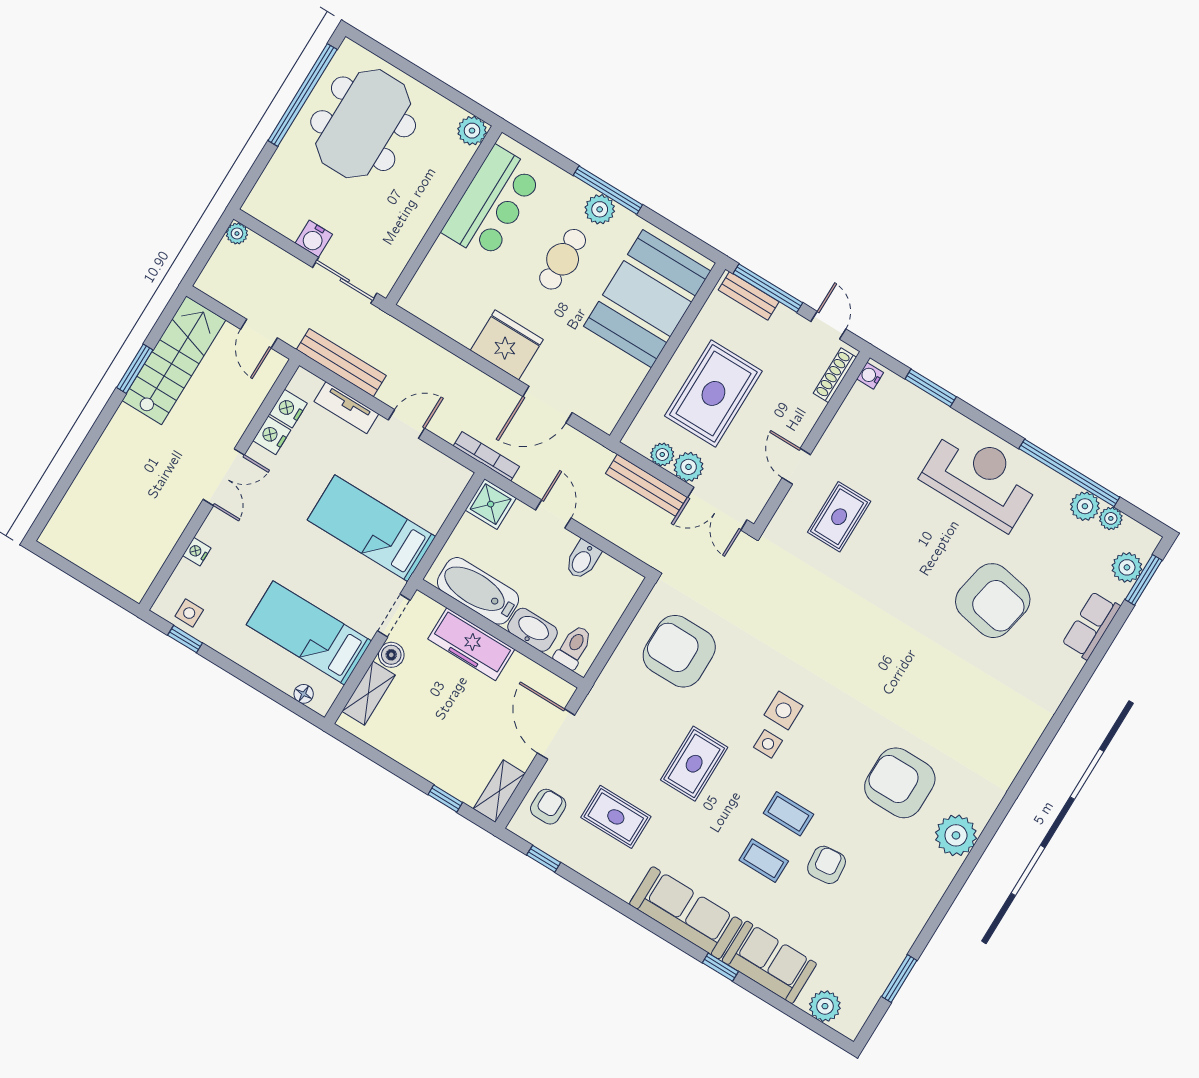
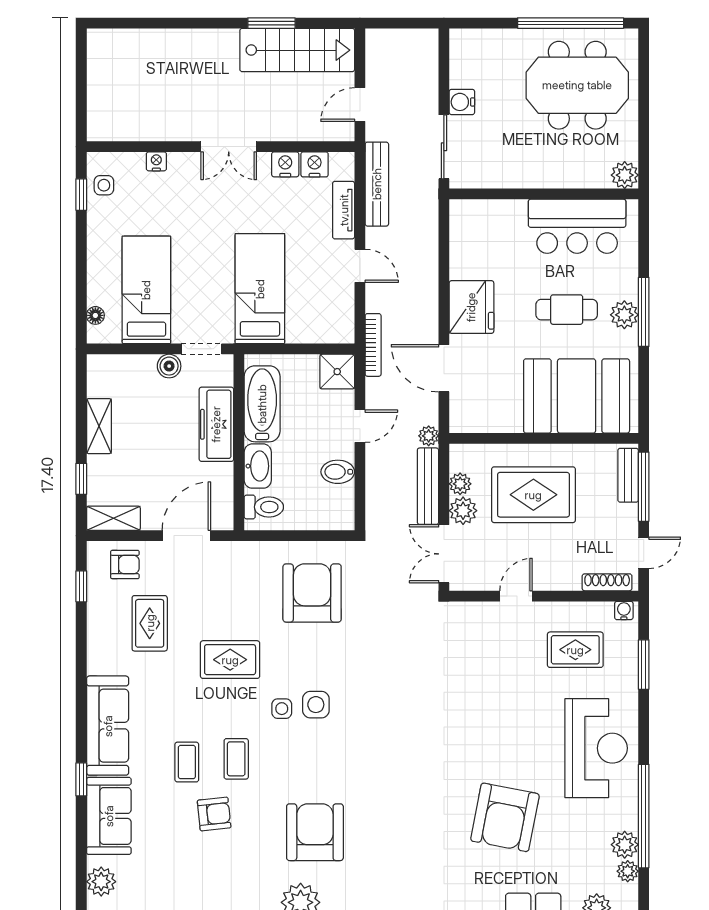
plant: (237, 234) -> (429, 436), moved
rug: (839, 517) -> (575, 650), moved
shelving: (369, 693) -> (99, 426), moved, turned 90

